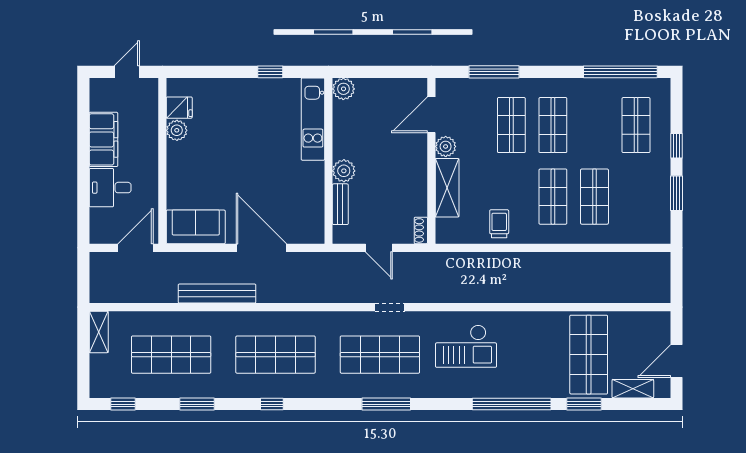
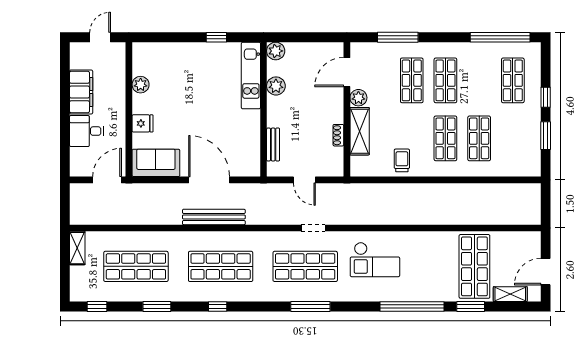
fridge: (179, 108) -> (143, 123), moved
plant: (344, 171) -> (276, 86), moved
shoe rack: (421, 230) -> (338, 135), moved
bench: (217, 294) -> (214, 217), moved

